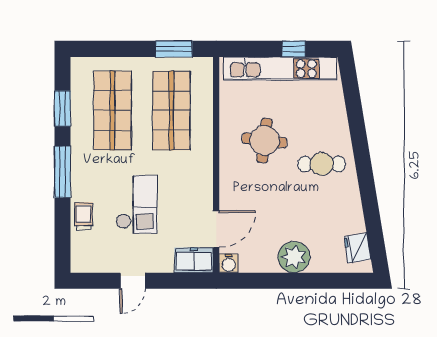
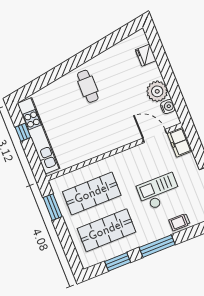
round table: (264, 140) -> (87, 128), removed
fridge: (357, 248) -> (146, 55), moved, turned 99
plant: (294, 257) -> (157, 91), moved
water cooler: (229, 263) -> (168, 107), moved

